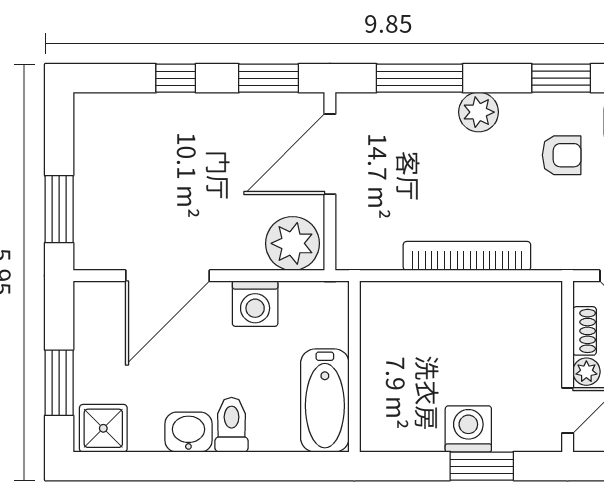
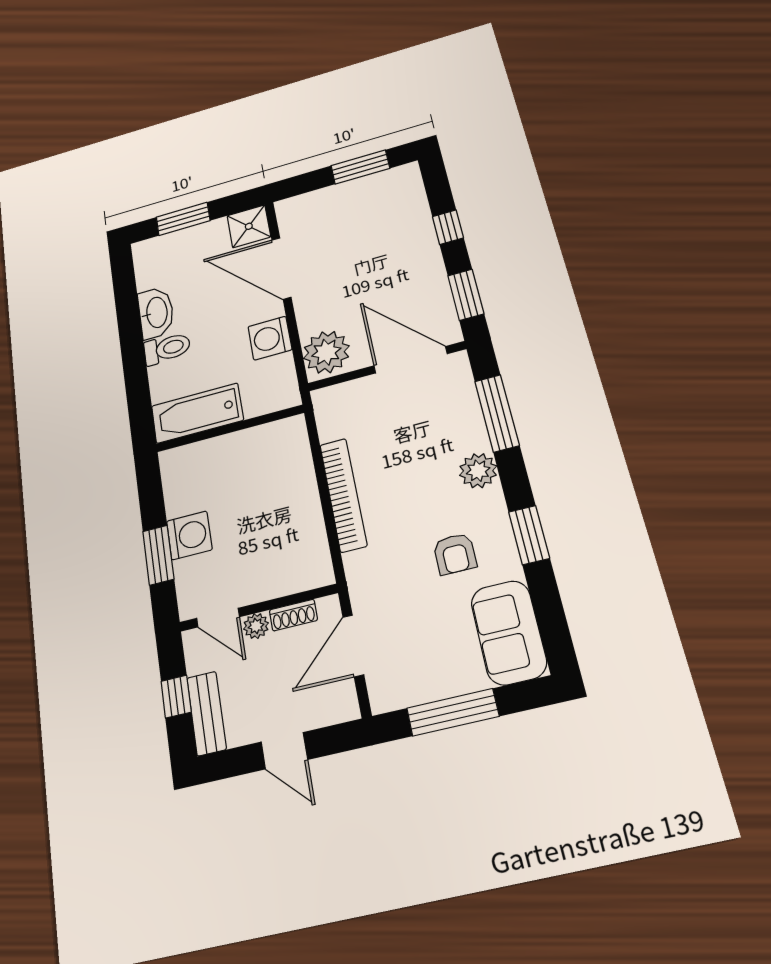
window: (59, 209) -> (360, 167), moved
shower: (103, 428) -> (249, 226), moved
washbasin: (188, 432) -> (156, 313), width x1.38

